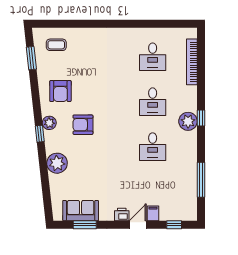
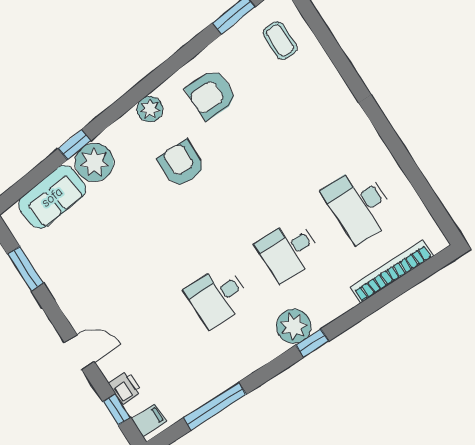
desk: (153, 57) -> (359, 205), width x1.37
window: (40, 134) -> (74, 145), moved
sofa: (81, 211) -> (52, 197), moved, turned 84
filing cabinet: (153, 213) -> (149, 420), moved
printer: (122, 214) -> (125, 388), moved

